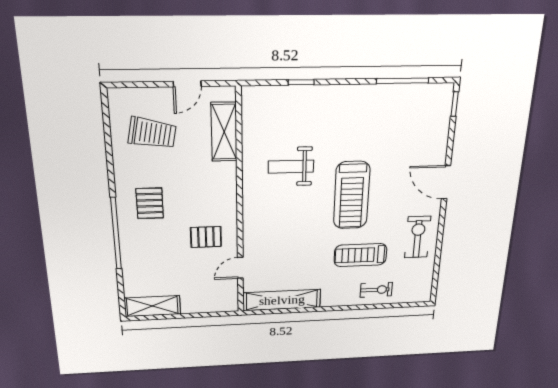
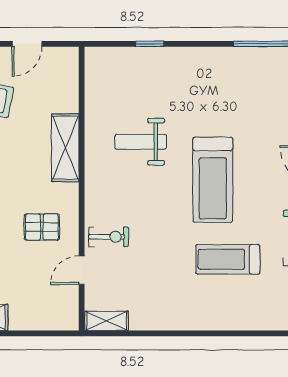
shelving: (224, 132) -> (65, 148), moved
exercise bike: (376, 290) -> (108, 237), moved
shelving: (282, 300) -> (106, 321), width x0.45, depth x0.75

